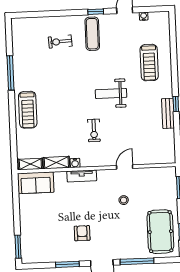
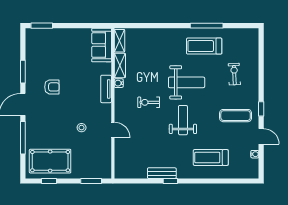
exercise mat: (92, 34) -> (236, 116), moved
weight bench: (71, 91) -> (187, 82), added
treadmill: (28, 110) -> (204, 46), moved

